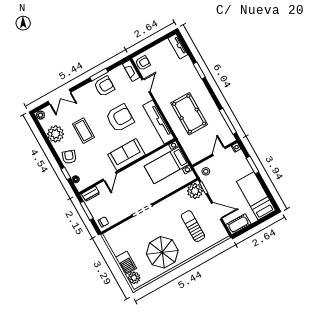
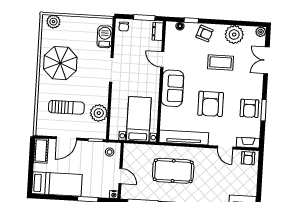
plant: (195, 191) -> (99, 113), moved
barbecue: (126, 263) -> (105, 37), moved, turned 90

